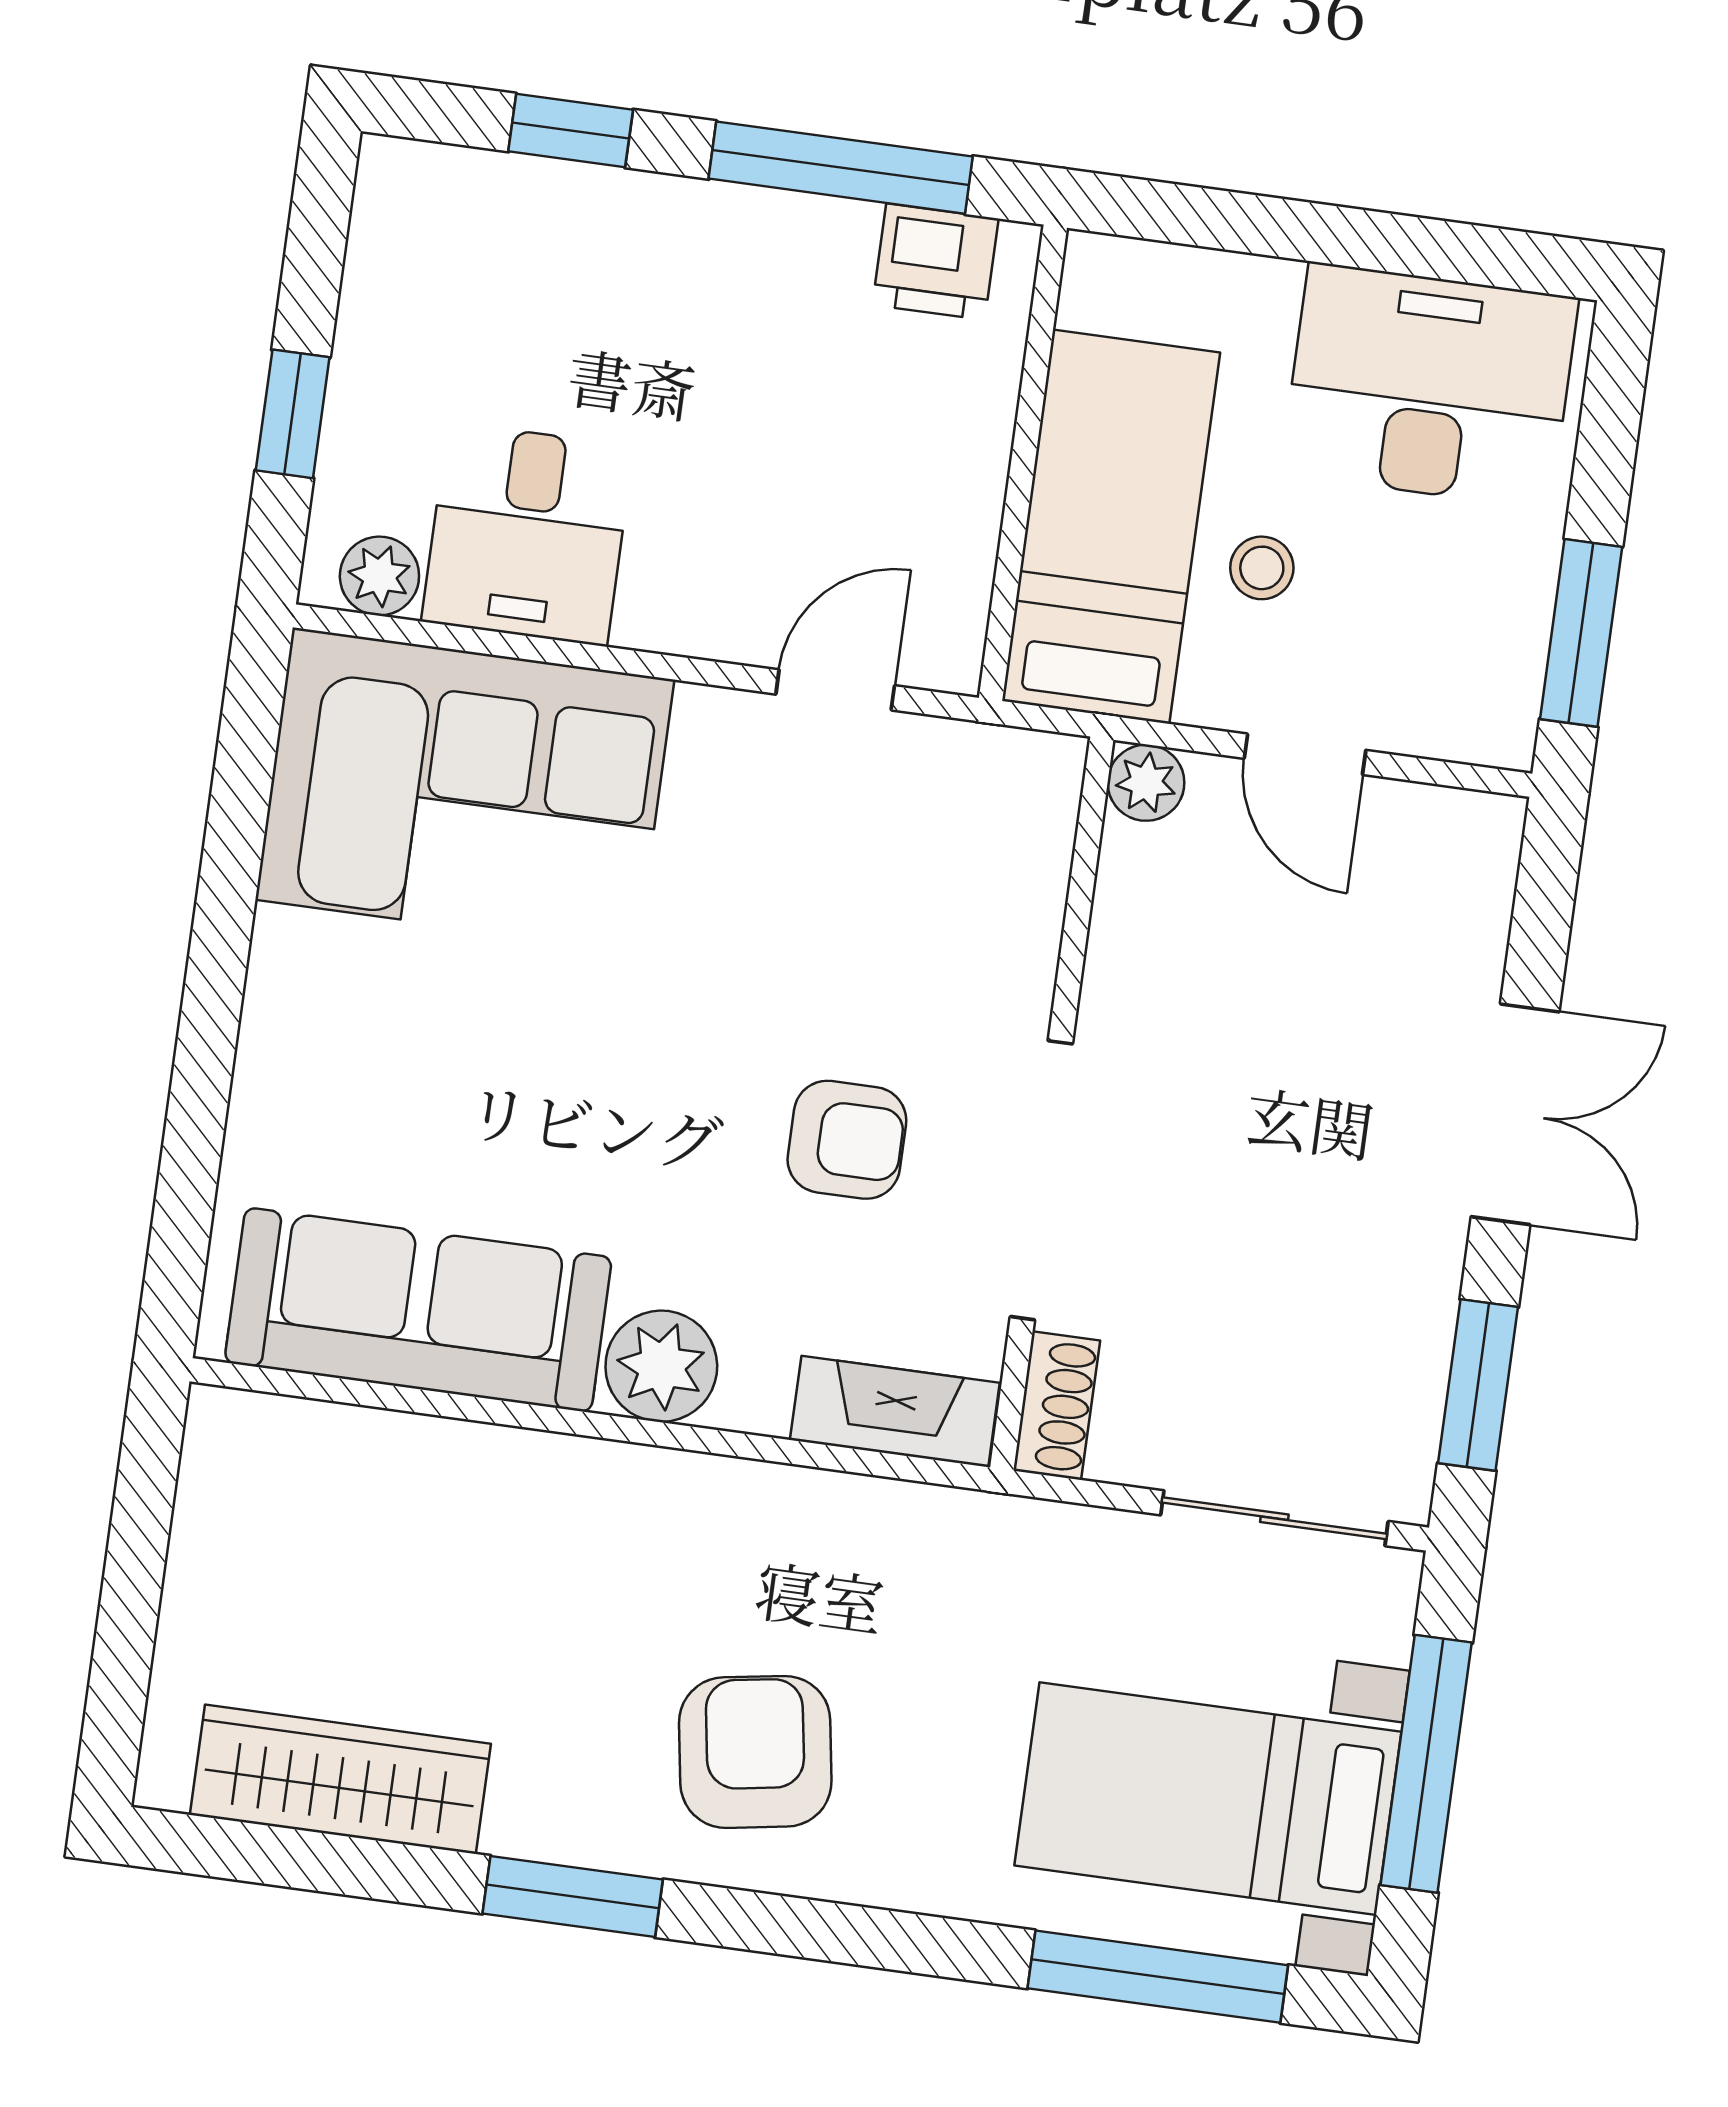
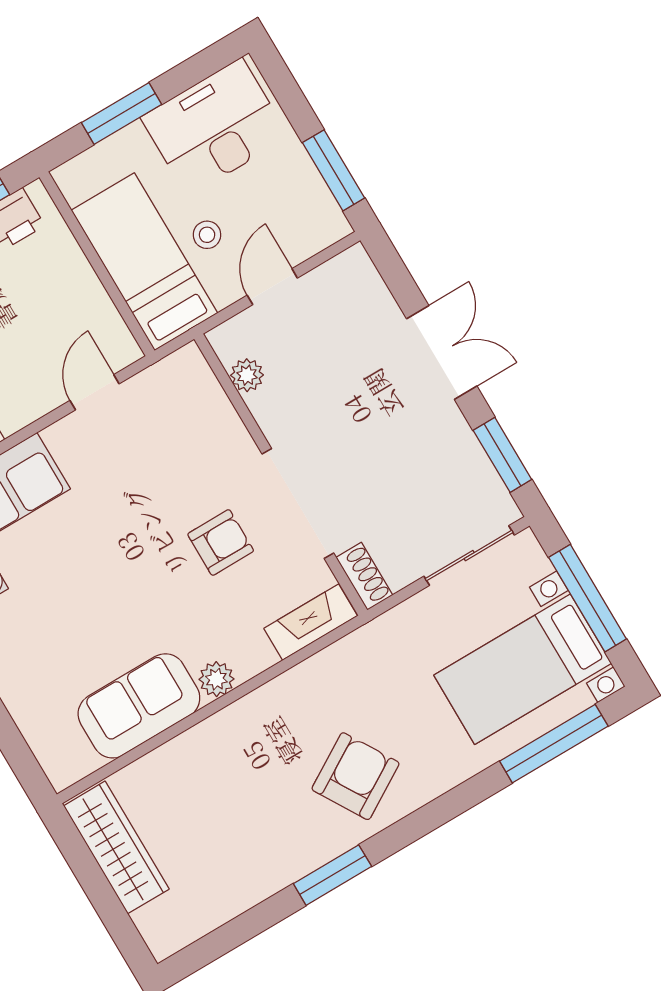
window: (1282, 228) -> (122, 113), added
door: (1305, 754) -> (272, 287), swing flipped
plant: (1146, 783) -> (247, 375), moved
sofa: (418, 1310) -> (139, 706), width x0.73
plant: (661, 1366) -> (216, 679), width x0.73, depth x0.73
armchair: (755, 1752) -> (355, 776), turned 68
wardrobe: (340, 1779) -> (116, 847), moved, turned 90

